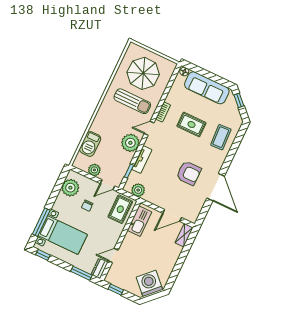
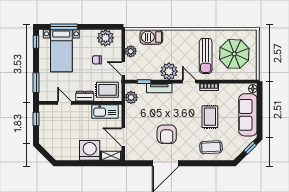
dresser: (100, 268) -> (85, 96), moved
washing machine: (149, 283) -> (90, 150), moved, turned -45

